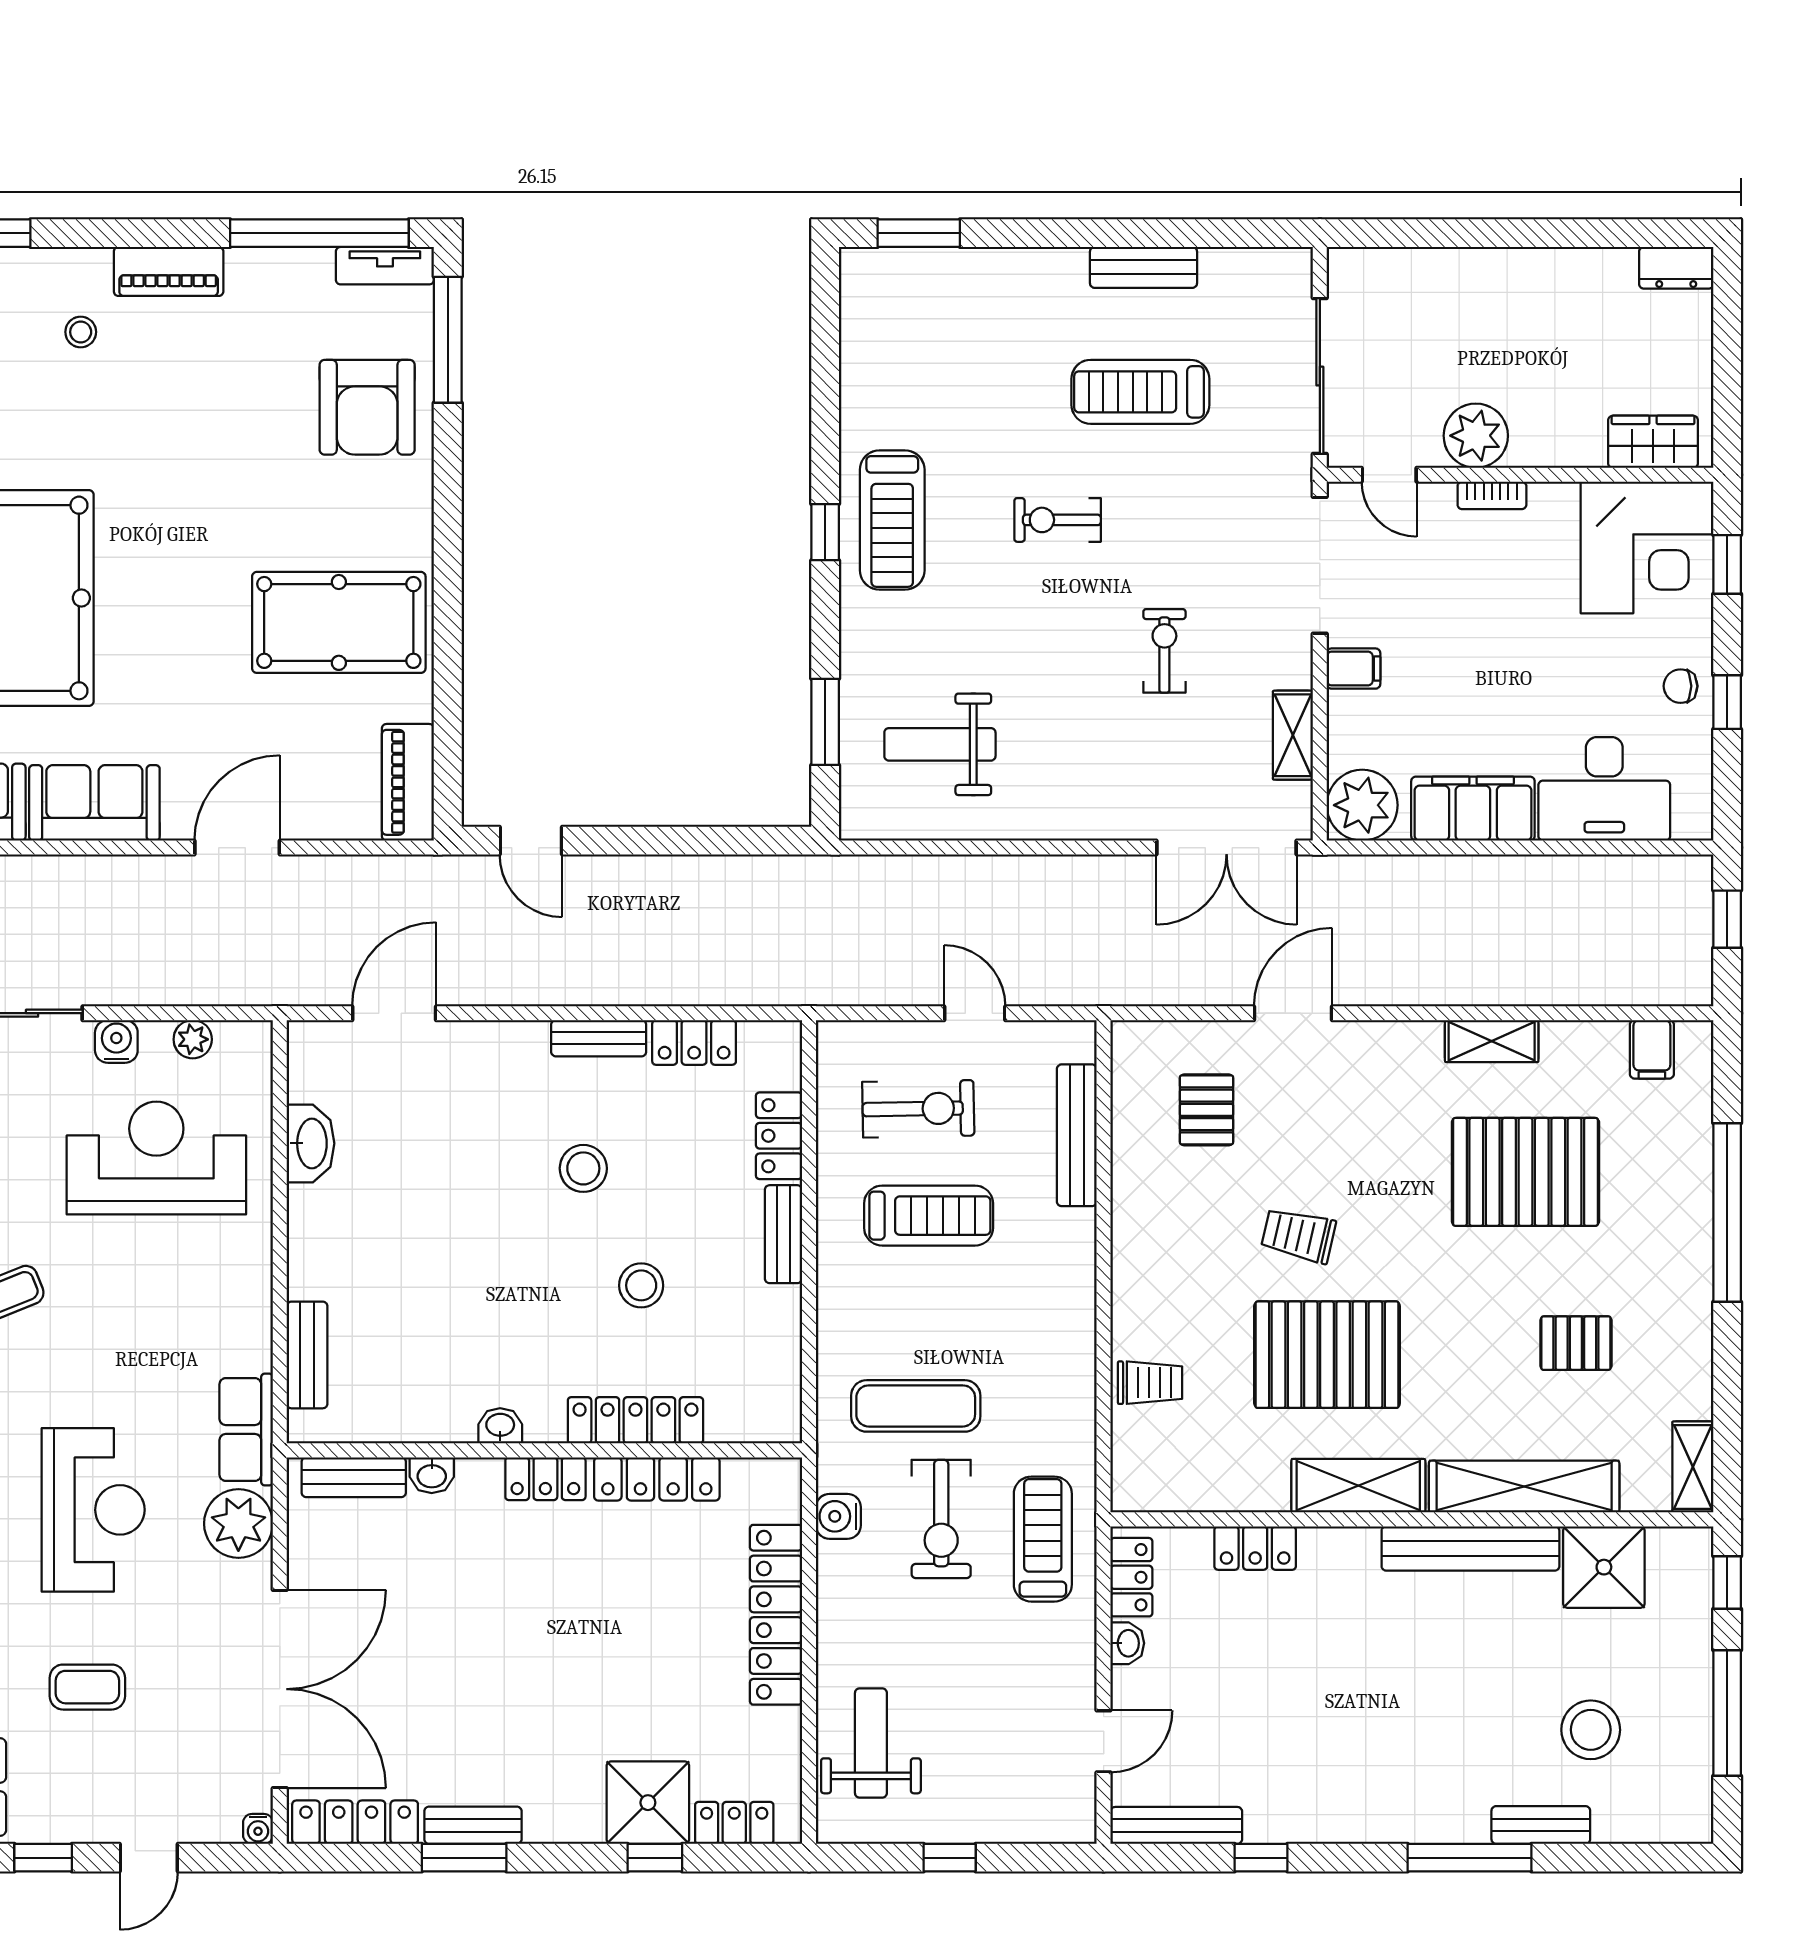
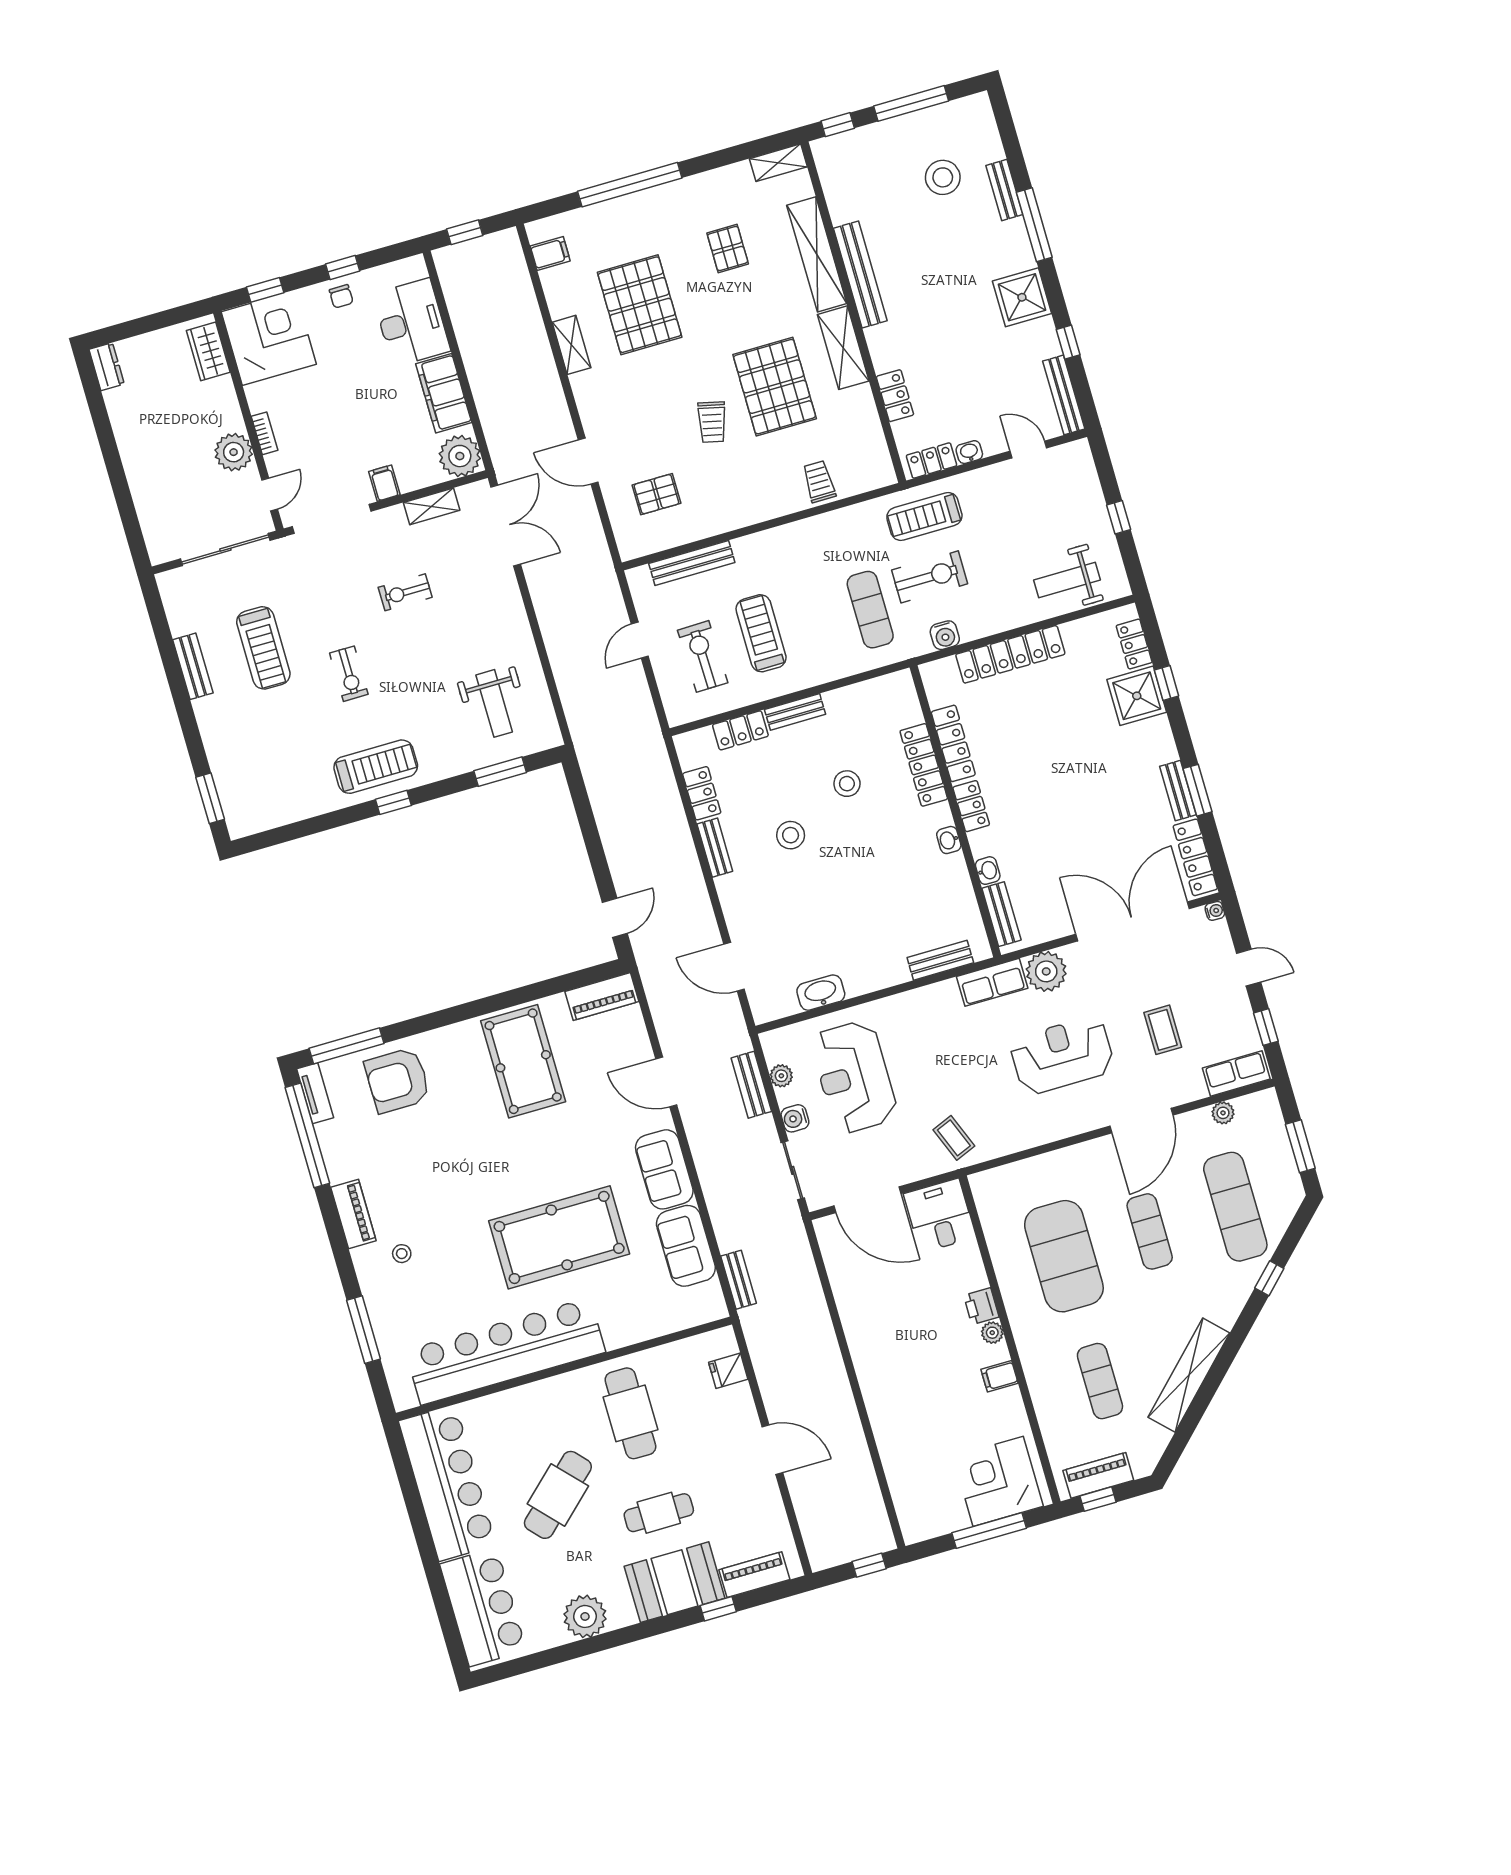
armchair: (367, 407) -> (398, 1080), turned 180
bench: (192, 986) -> (751, 1085), added
shower: (1604, 1567) -> (1022, 297), moved

